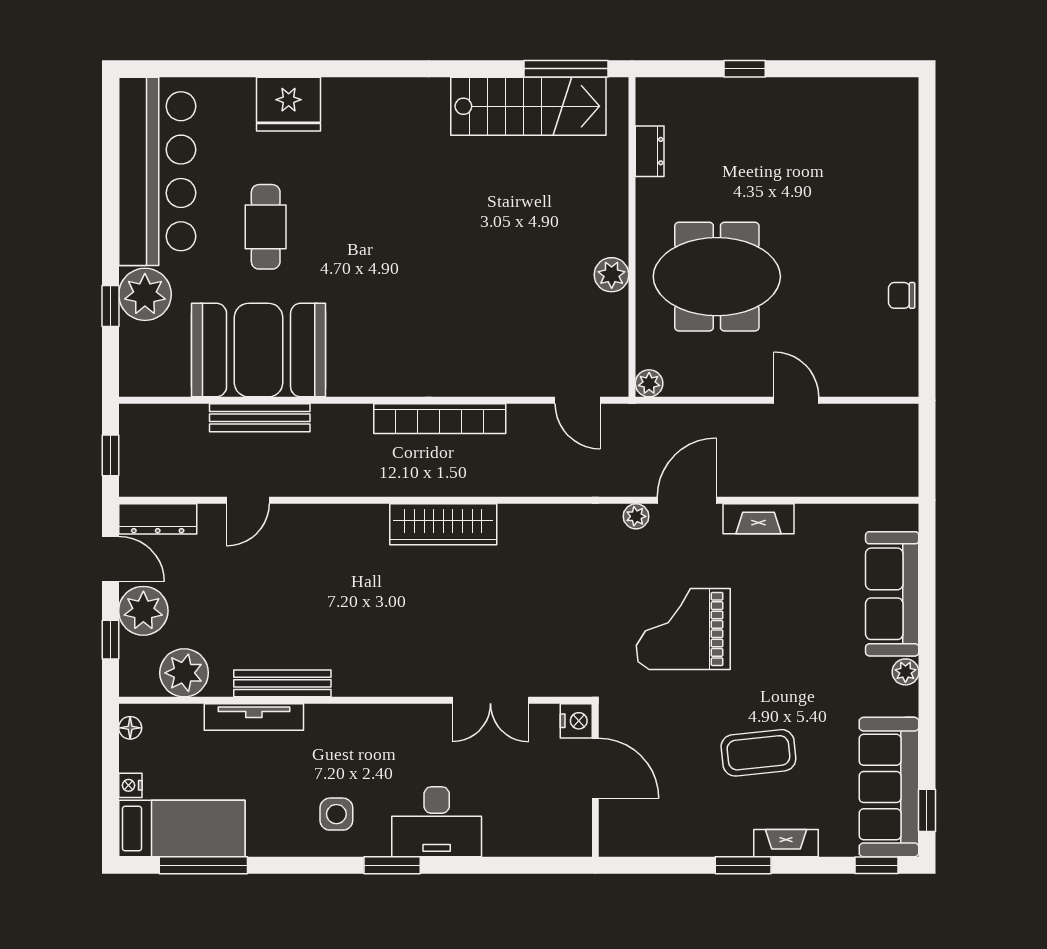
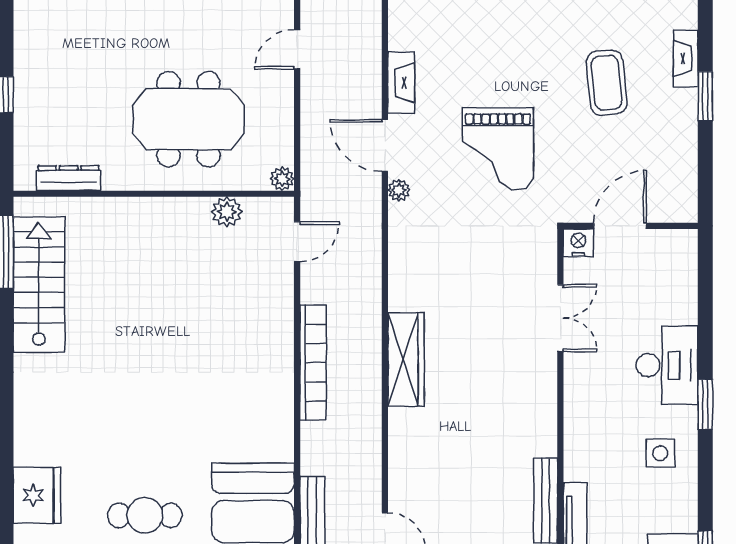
dresser: (650, 151) -> (69, 178), width x1.44
plant: (612, 275) -> (227, 212), moved
meeting table: (717, 277) -> (188, 119), turned 90

